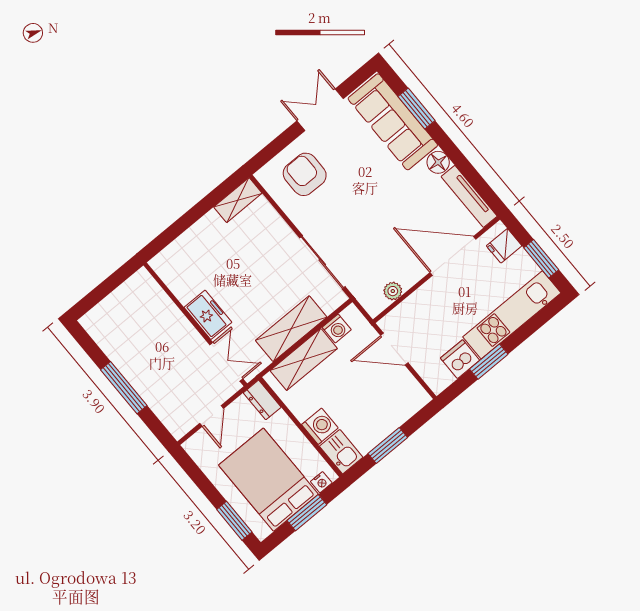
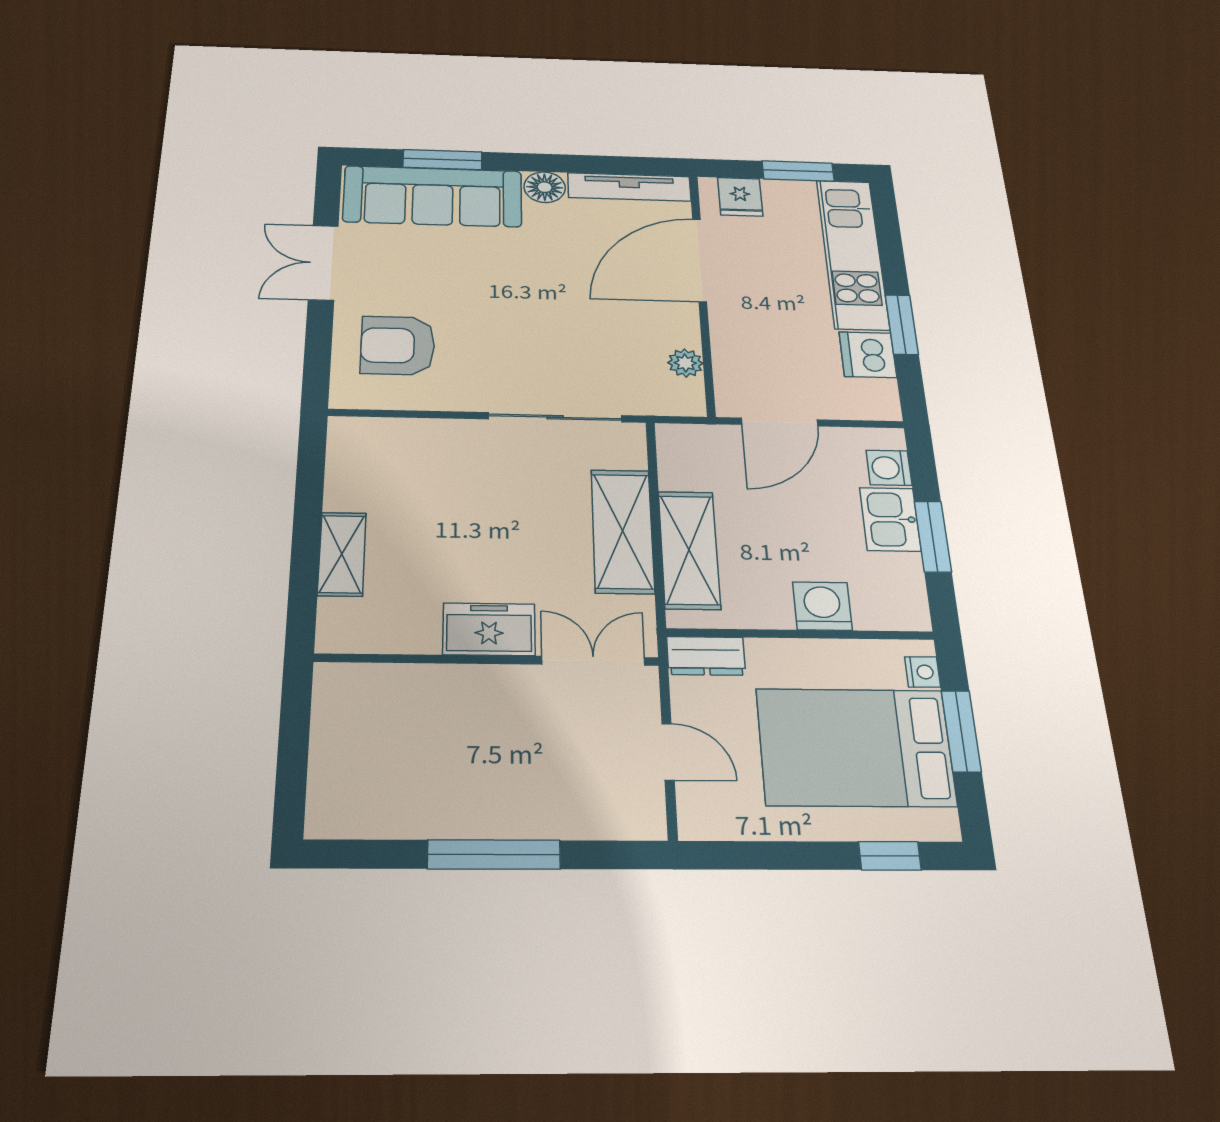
shelving: (238, 200) -> (342, 554), moved
washing machine: (337, 328) -> (889, 468), moved, turned 180
kitchen sink: (341, 452) -> (890, 519), moved, turned -90
window: (234, 521) -> (890, 856), width x0.67

